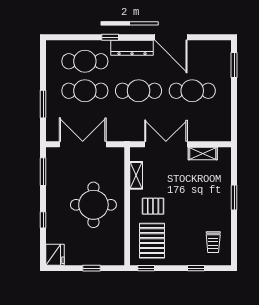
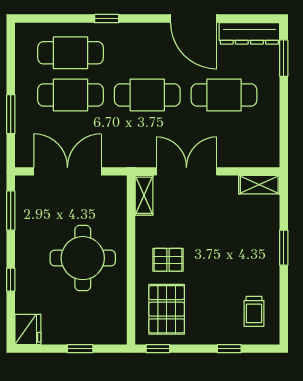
dresser: (132, 48) -> (249, 33), moved
shelving: (203, 153) -> (259, 185), moved
shelving: (136, 175) -> (144, 195), moved

